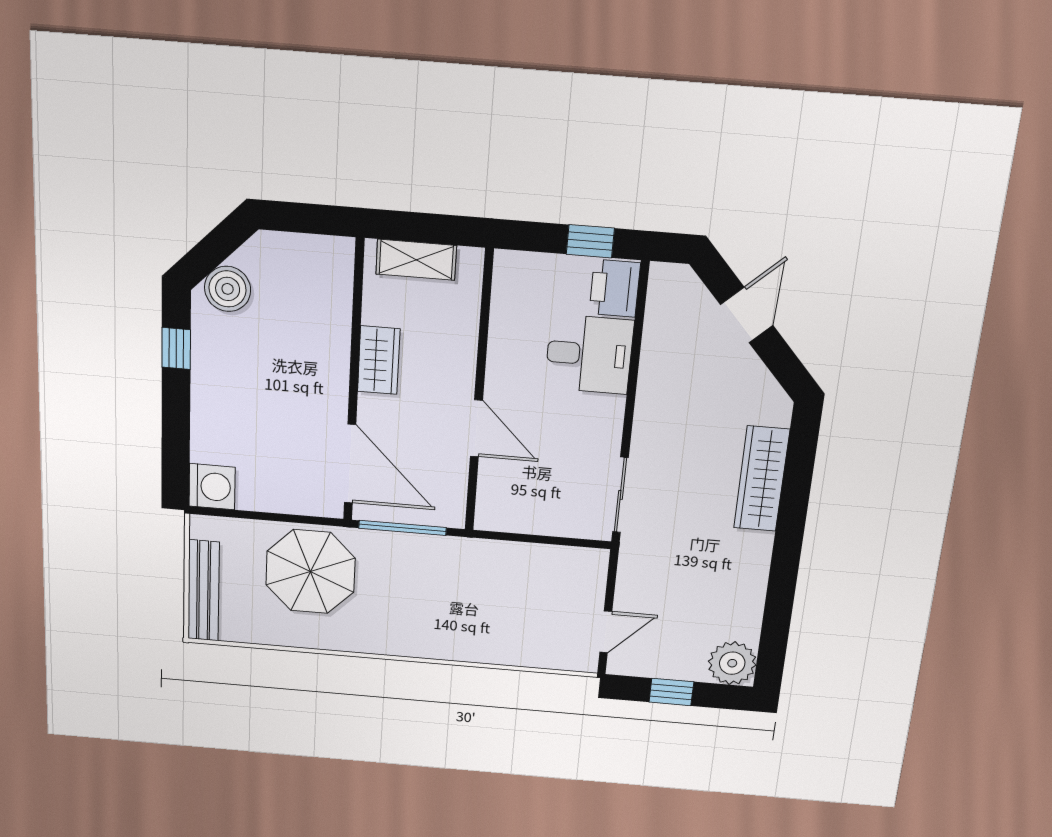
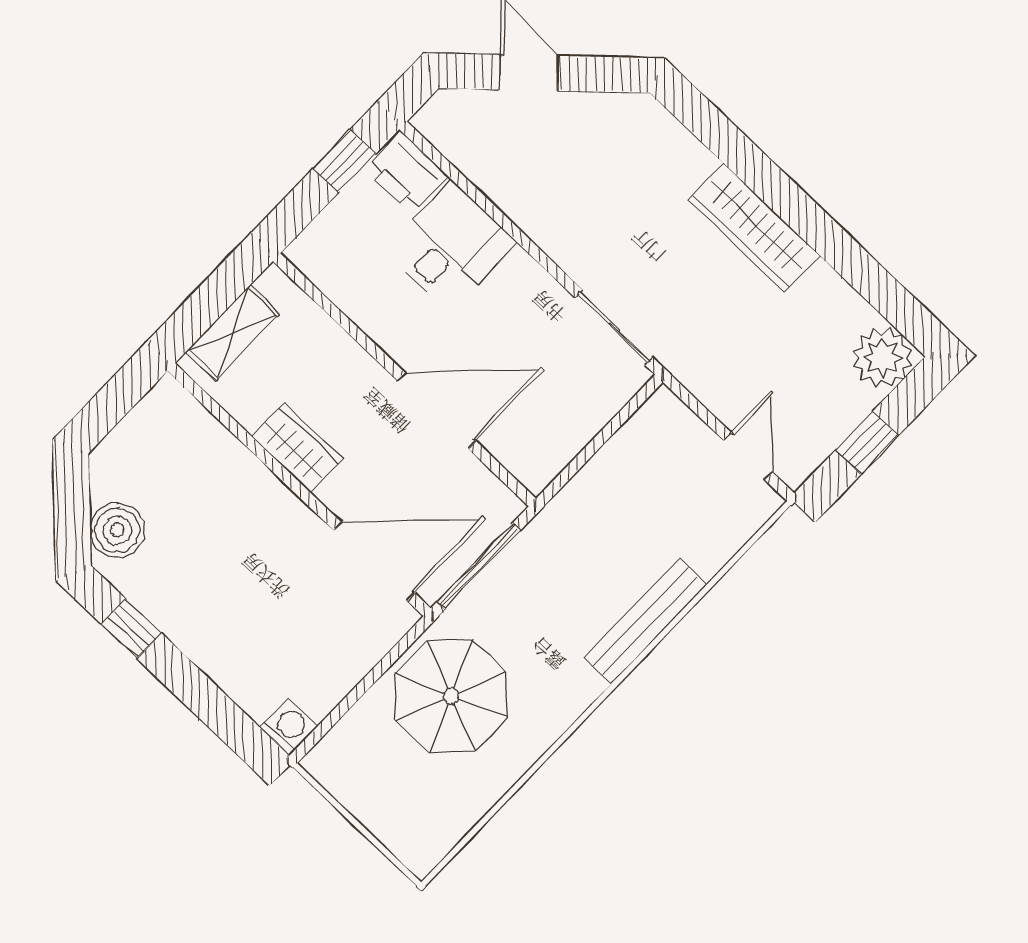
door: (476, 428) -> (437, 411), width x1.36
wardrobe: (762, 479) -> (754, 228), moved
washing machine: (212, 487) -> (289, 727), width x0.73, depth x0.73
bench: (204, 591) -> (645, 621), moved, turned 90

